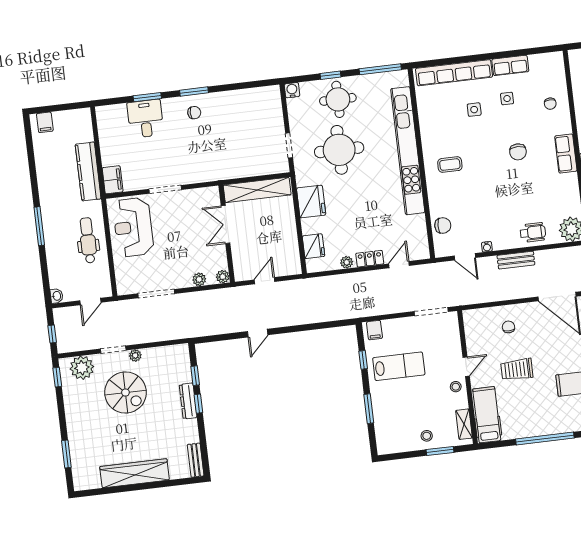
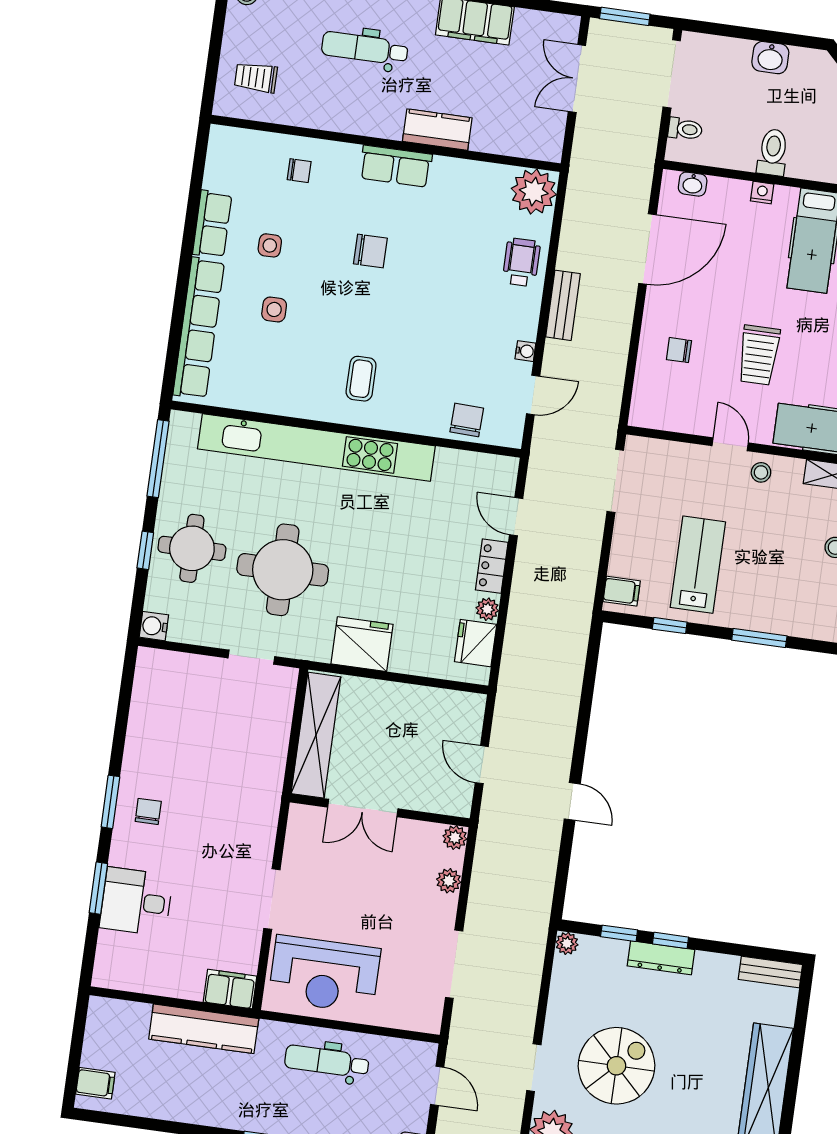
fridge: (314, 246) -> (476, 643), moved, turned -90
plant: (135, 355) -> (567, 943), moved

